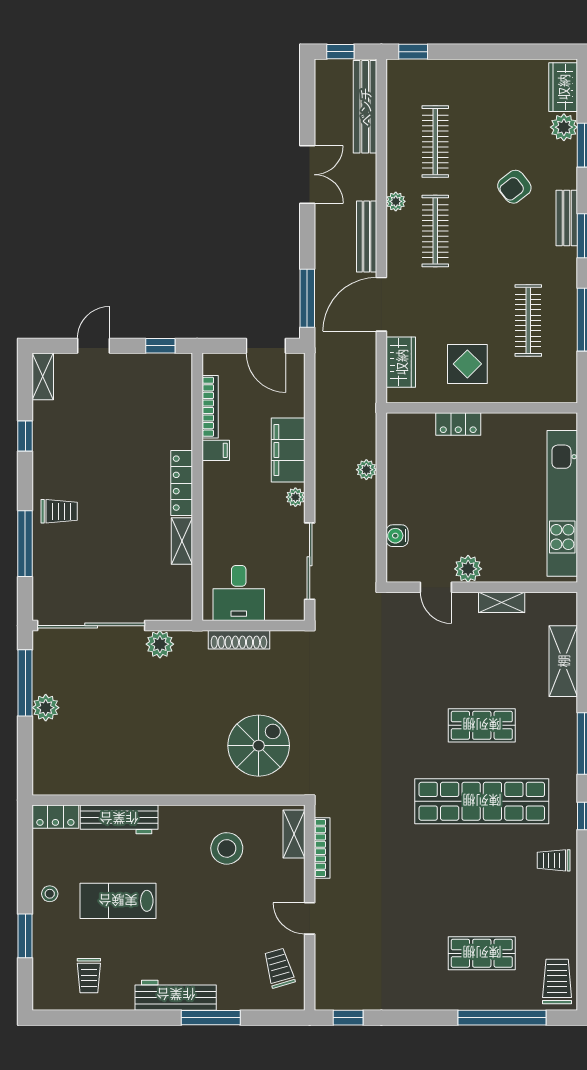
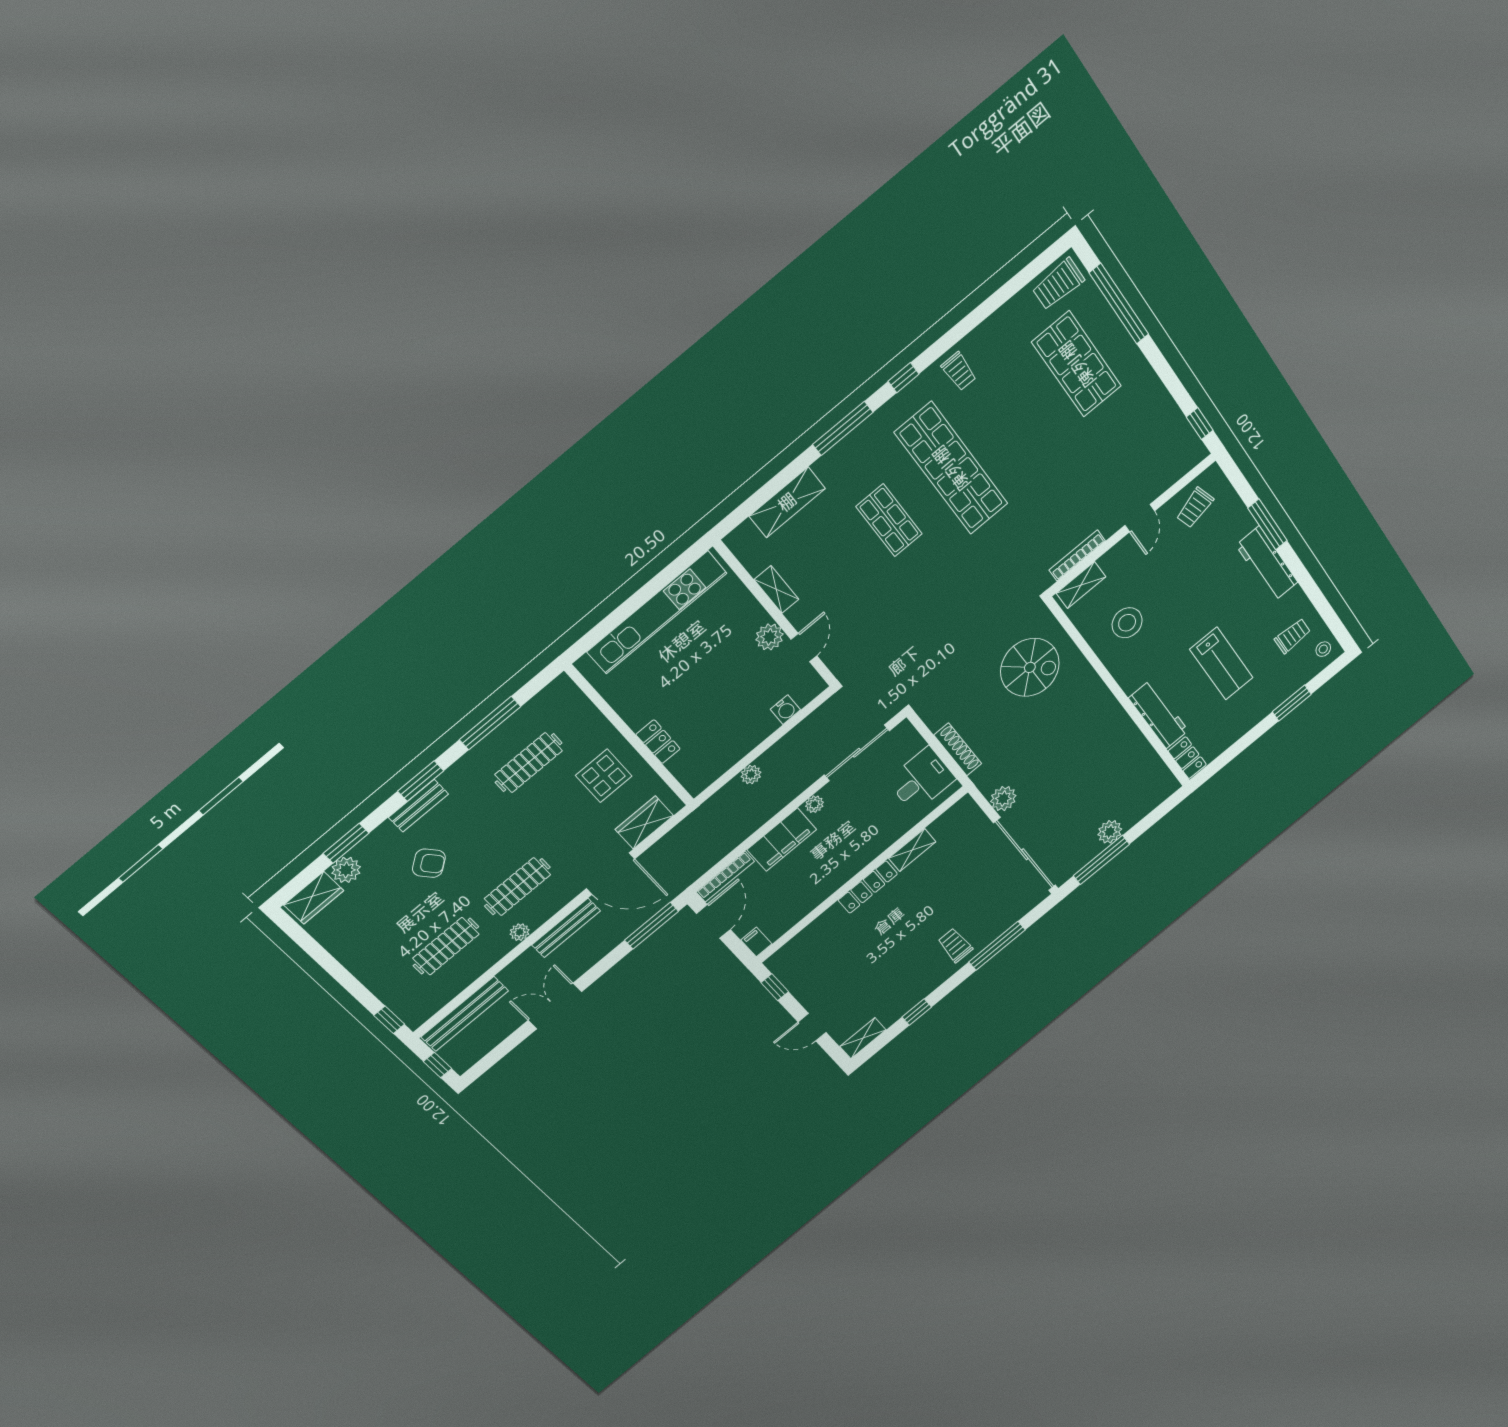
bookcase: (210, 407) -> (725, 877), moved, turned 180
filing cabinet: (216, 450) -> (756, 942), moved
spiral stairs: (259, 746) -> (1030, 667), turned 180
stool: (50, 894) -> (1323, 649), moved
shop shelf: (482, 953) -> (1077, 364), width x1.43, depth x1.36

